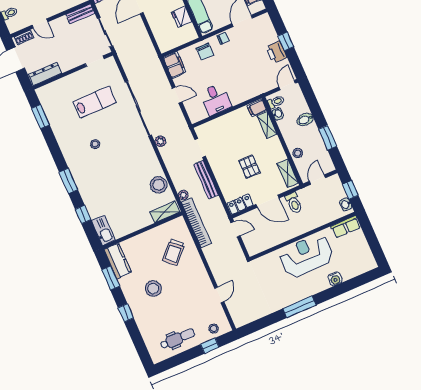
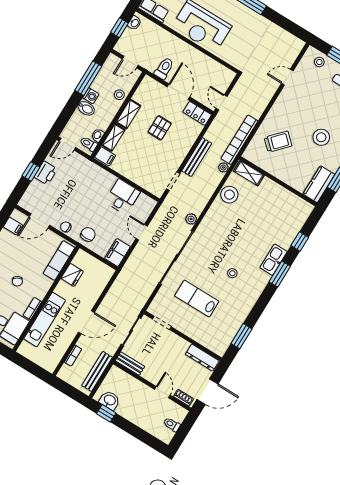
washing machine: (312, 130) -> (91, 96), added
window: (328, 138) -> (88, 78), width x1.44
shelving: (288, 173) -> (128, 114), moved
kitchen sink: (103, 230) -> (274, 260), moved

